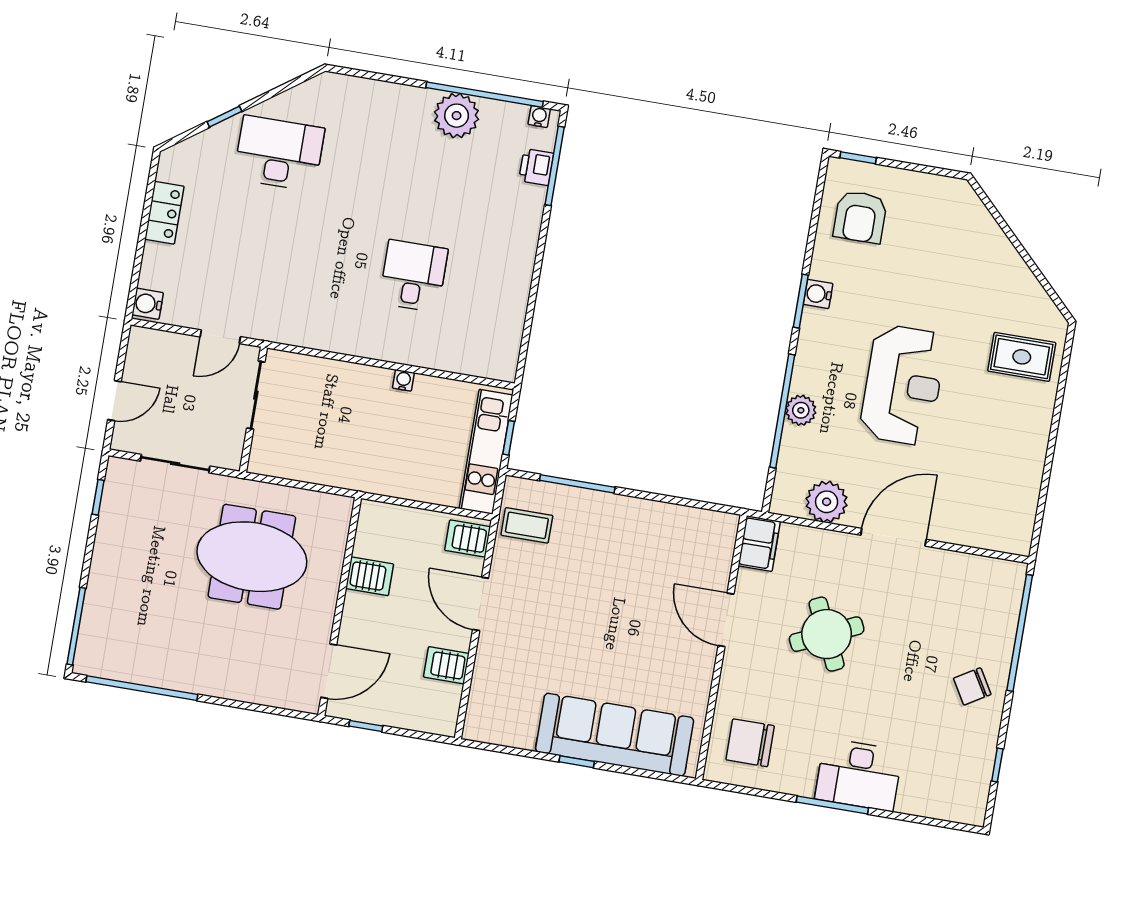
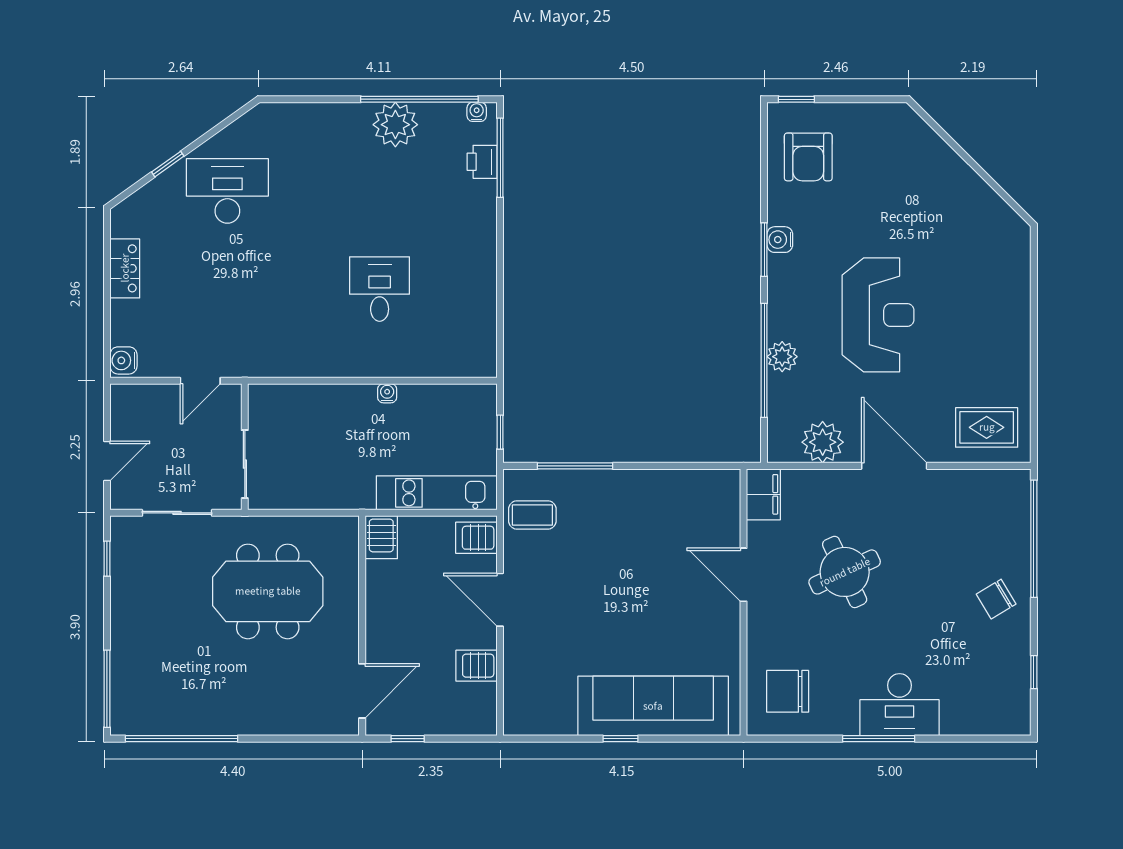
rug: (1022, 357) -> (987, 427), moved
sliding door: (256, 395) -> (245, 464), moved
kitchen unit: (486, 452) -> (437, 493), moved, turned 90
door: (893, 537) -> (894, 466), hinge flipped
server rack: (370, 576) -> (381, 537), moved, turned 90

